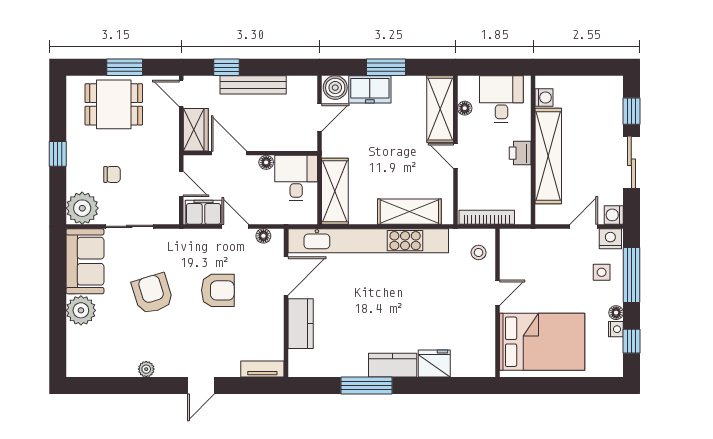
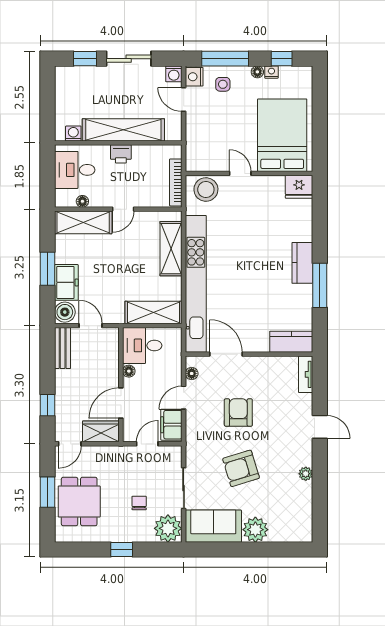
bench: (253, 85) -> (63, 348), moved, width x0.73
stool: (479, 253) -> (206, 189), width x1.89, depth x1.89
kitchen counter: (301, 324) -> (291, 342), moved
fridge: (434, 364) -> (299, 187), moved, turned -90

